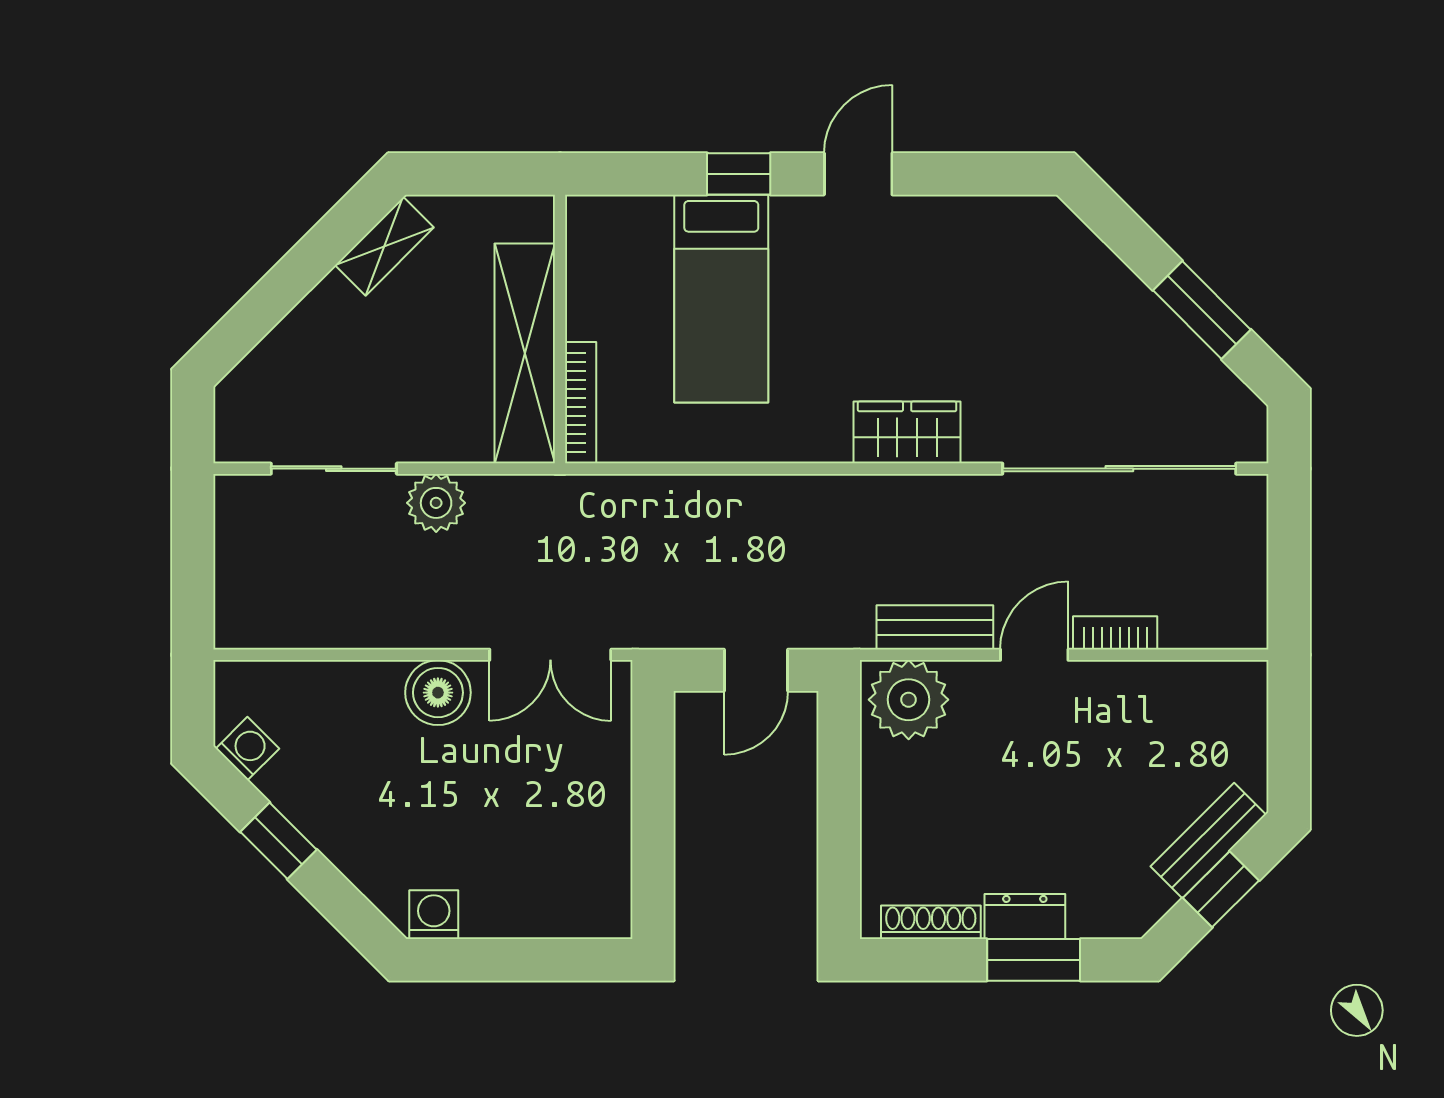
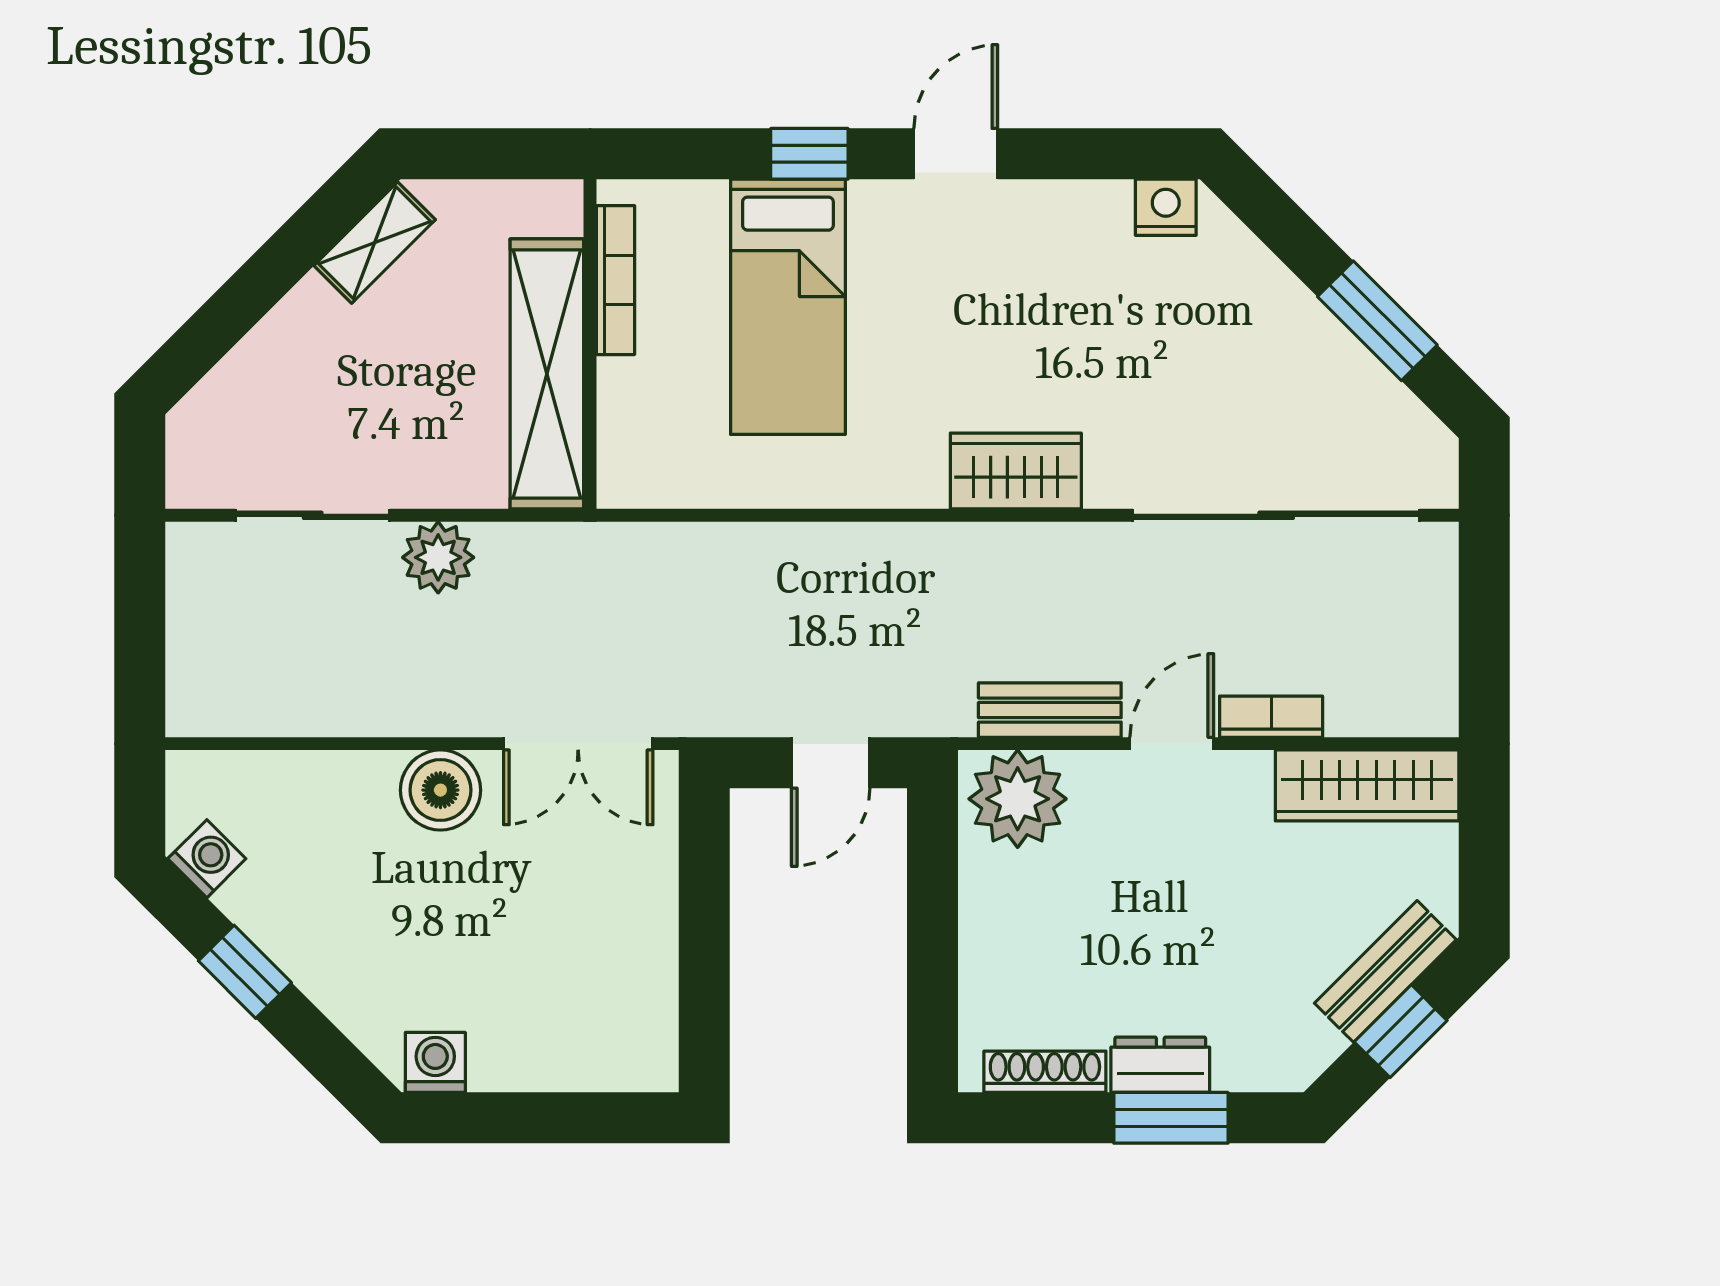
nightstand: (1029, 217) -> (1166, 207), added
bookcase: (581, 403) -> (615, 280), moved
wardrobe: (1194, 689) -> (1367, 785), added

